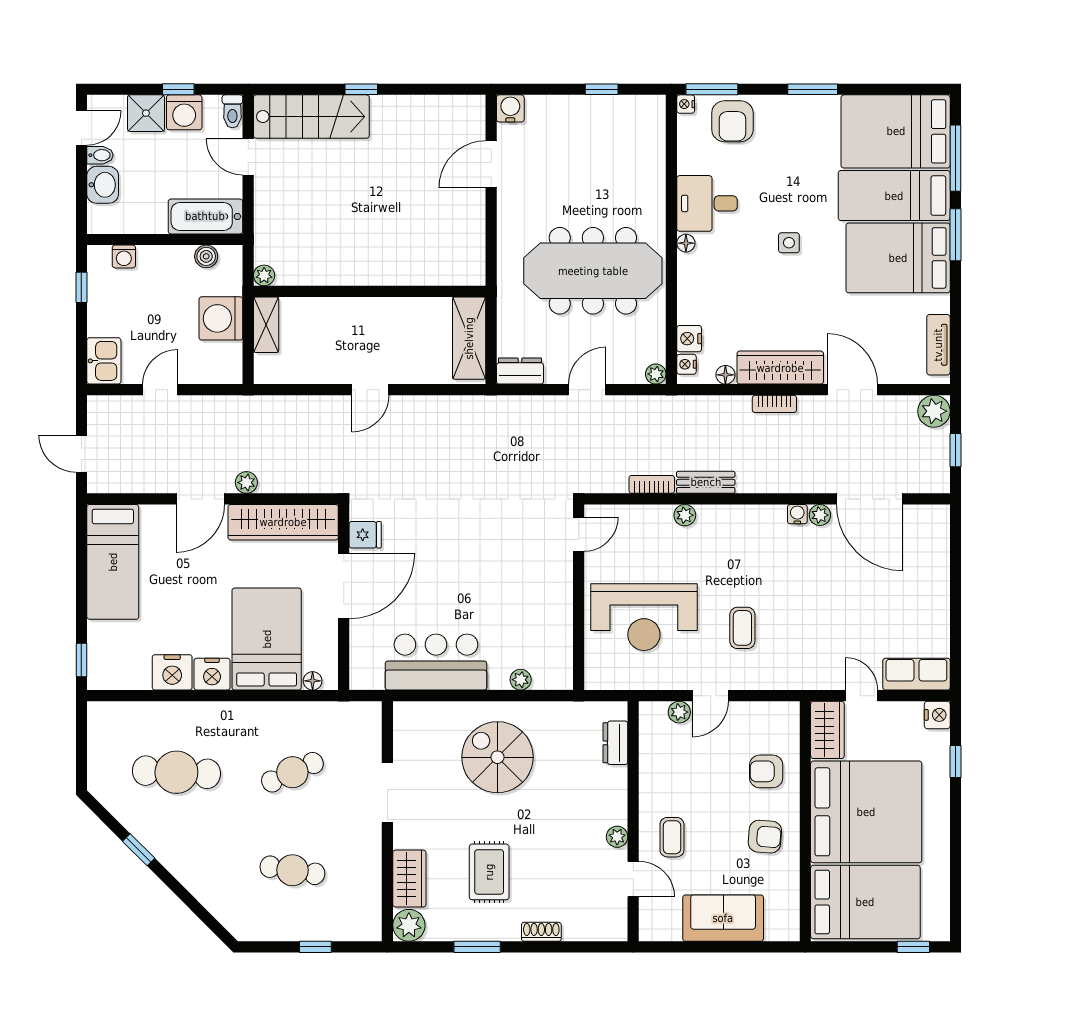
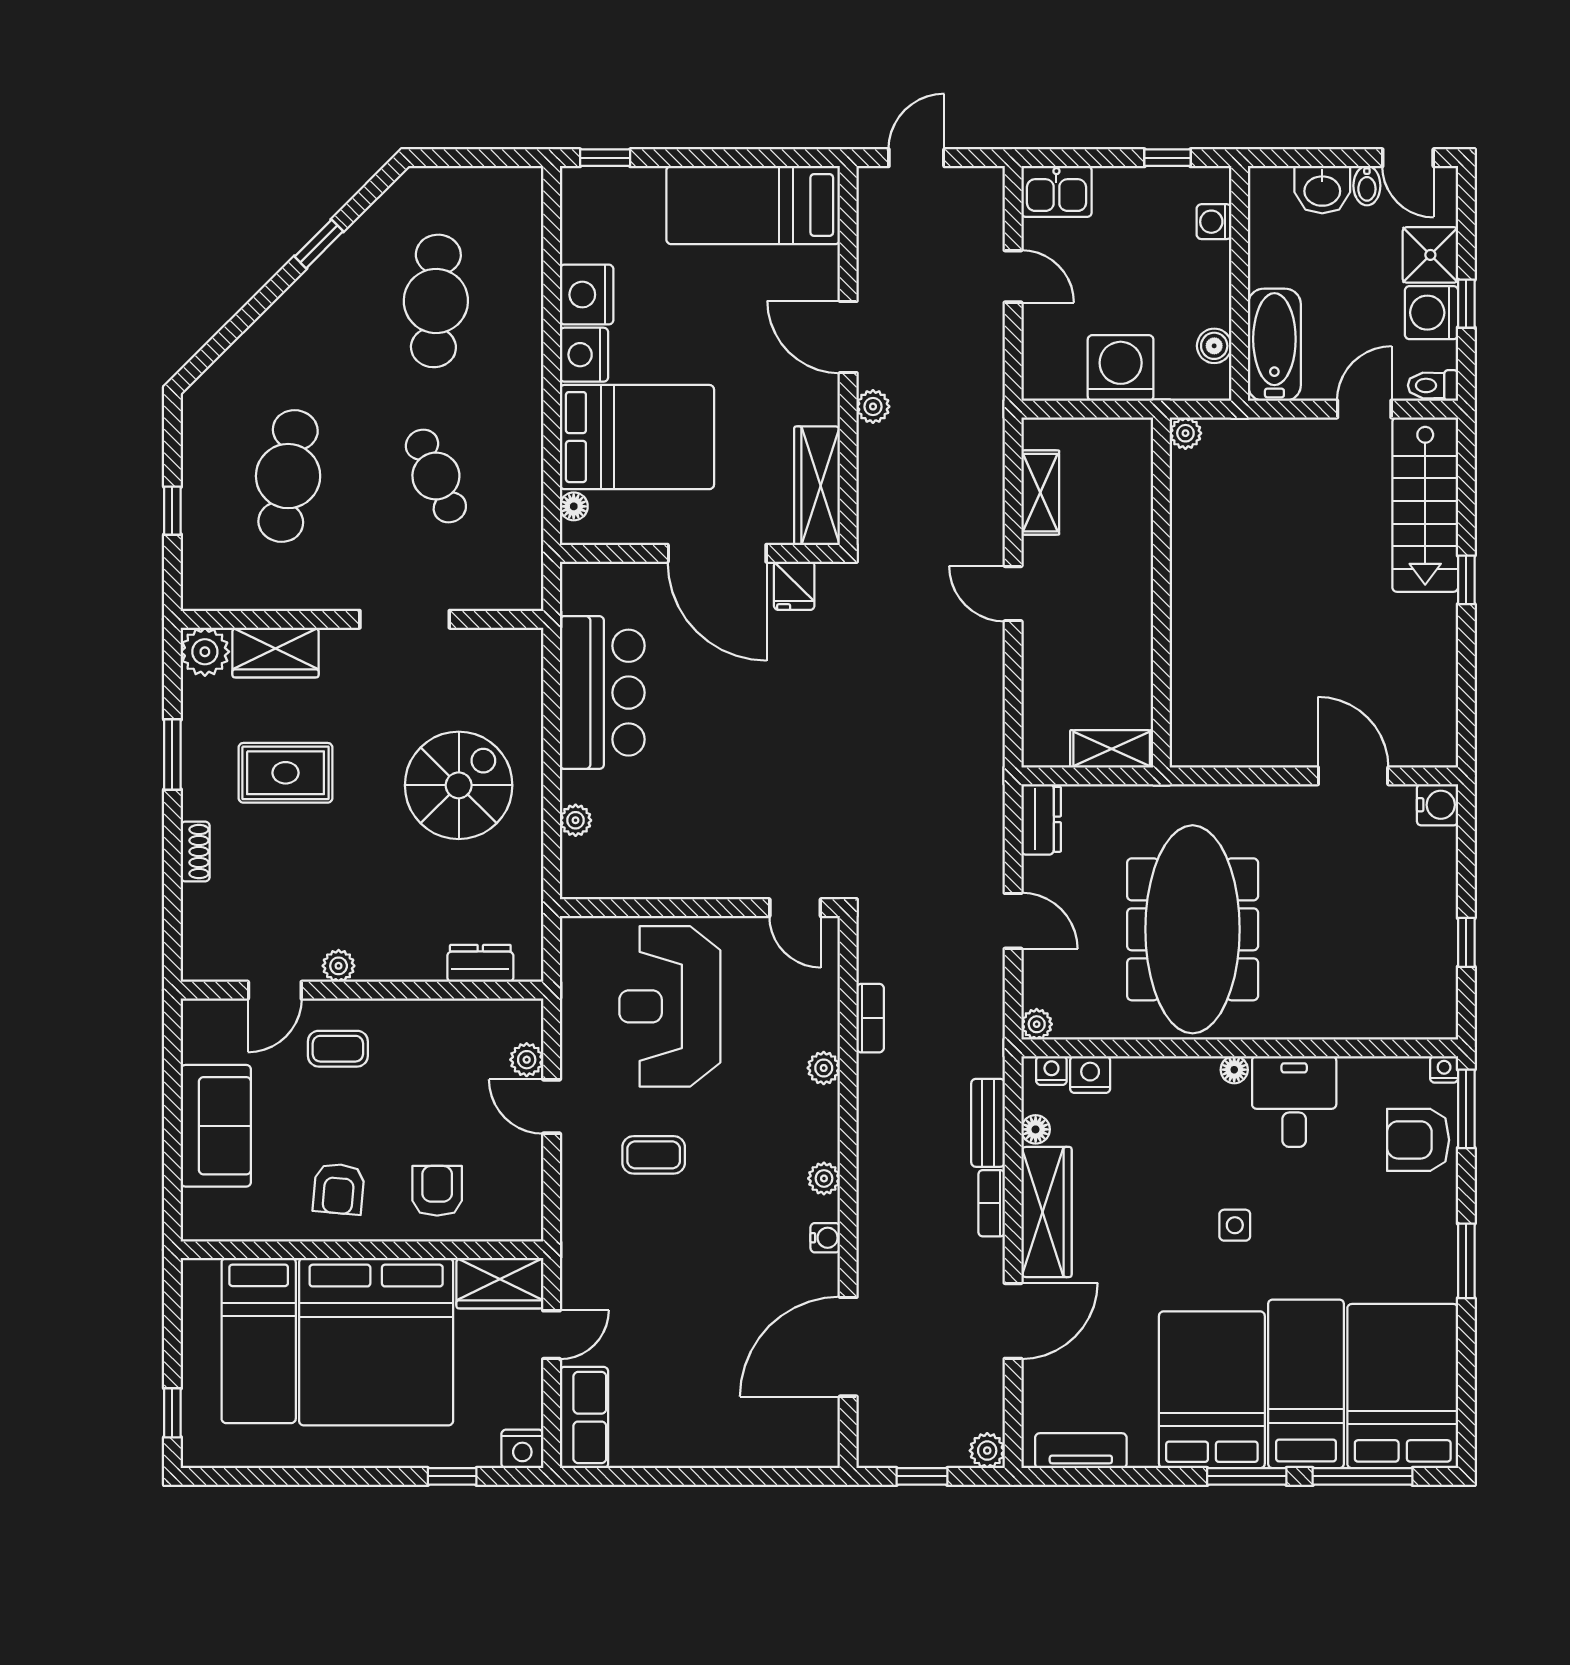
shelving: (266, 325) -> (1040, 493), moved, turned 90
shelving: (469, 338) -> (1112, 749), width x0.67, depth x0.75
plant: (934, 411) -> (987, 1451), width x0.73, depth x0.73
bench: (706, 482) -> (988, 1123), moved
plant: (820, 515) -> (824, 1178), moved
wardrobe: (283, 522) -> (817, 486), width x0.71, depth x0.85
cafe table: (292, 870) -> (288, 476), width x1.37, depth x1.35
bed: (865, 902) -> (259, 1341), width x0.67

